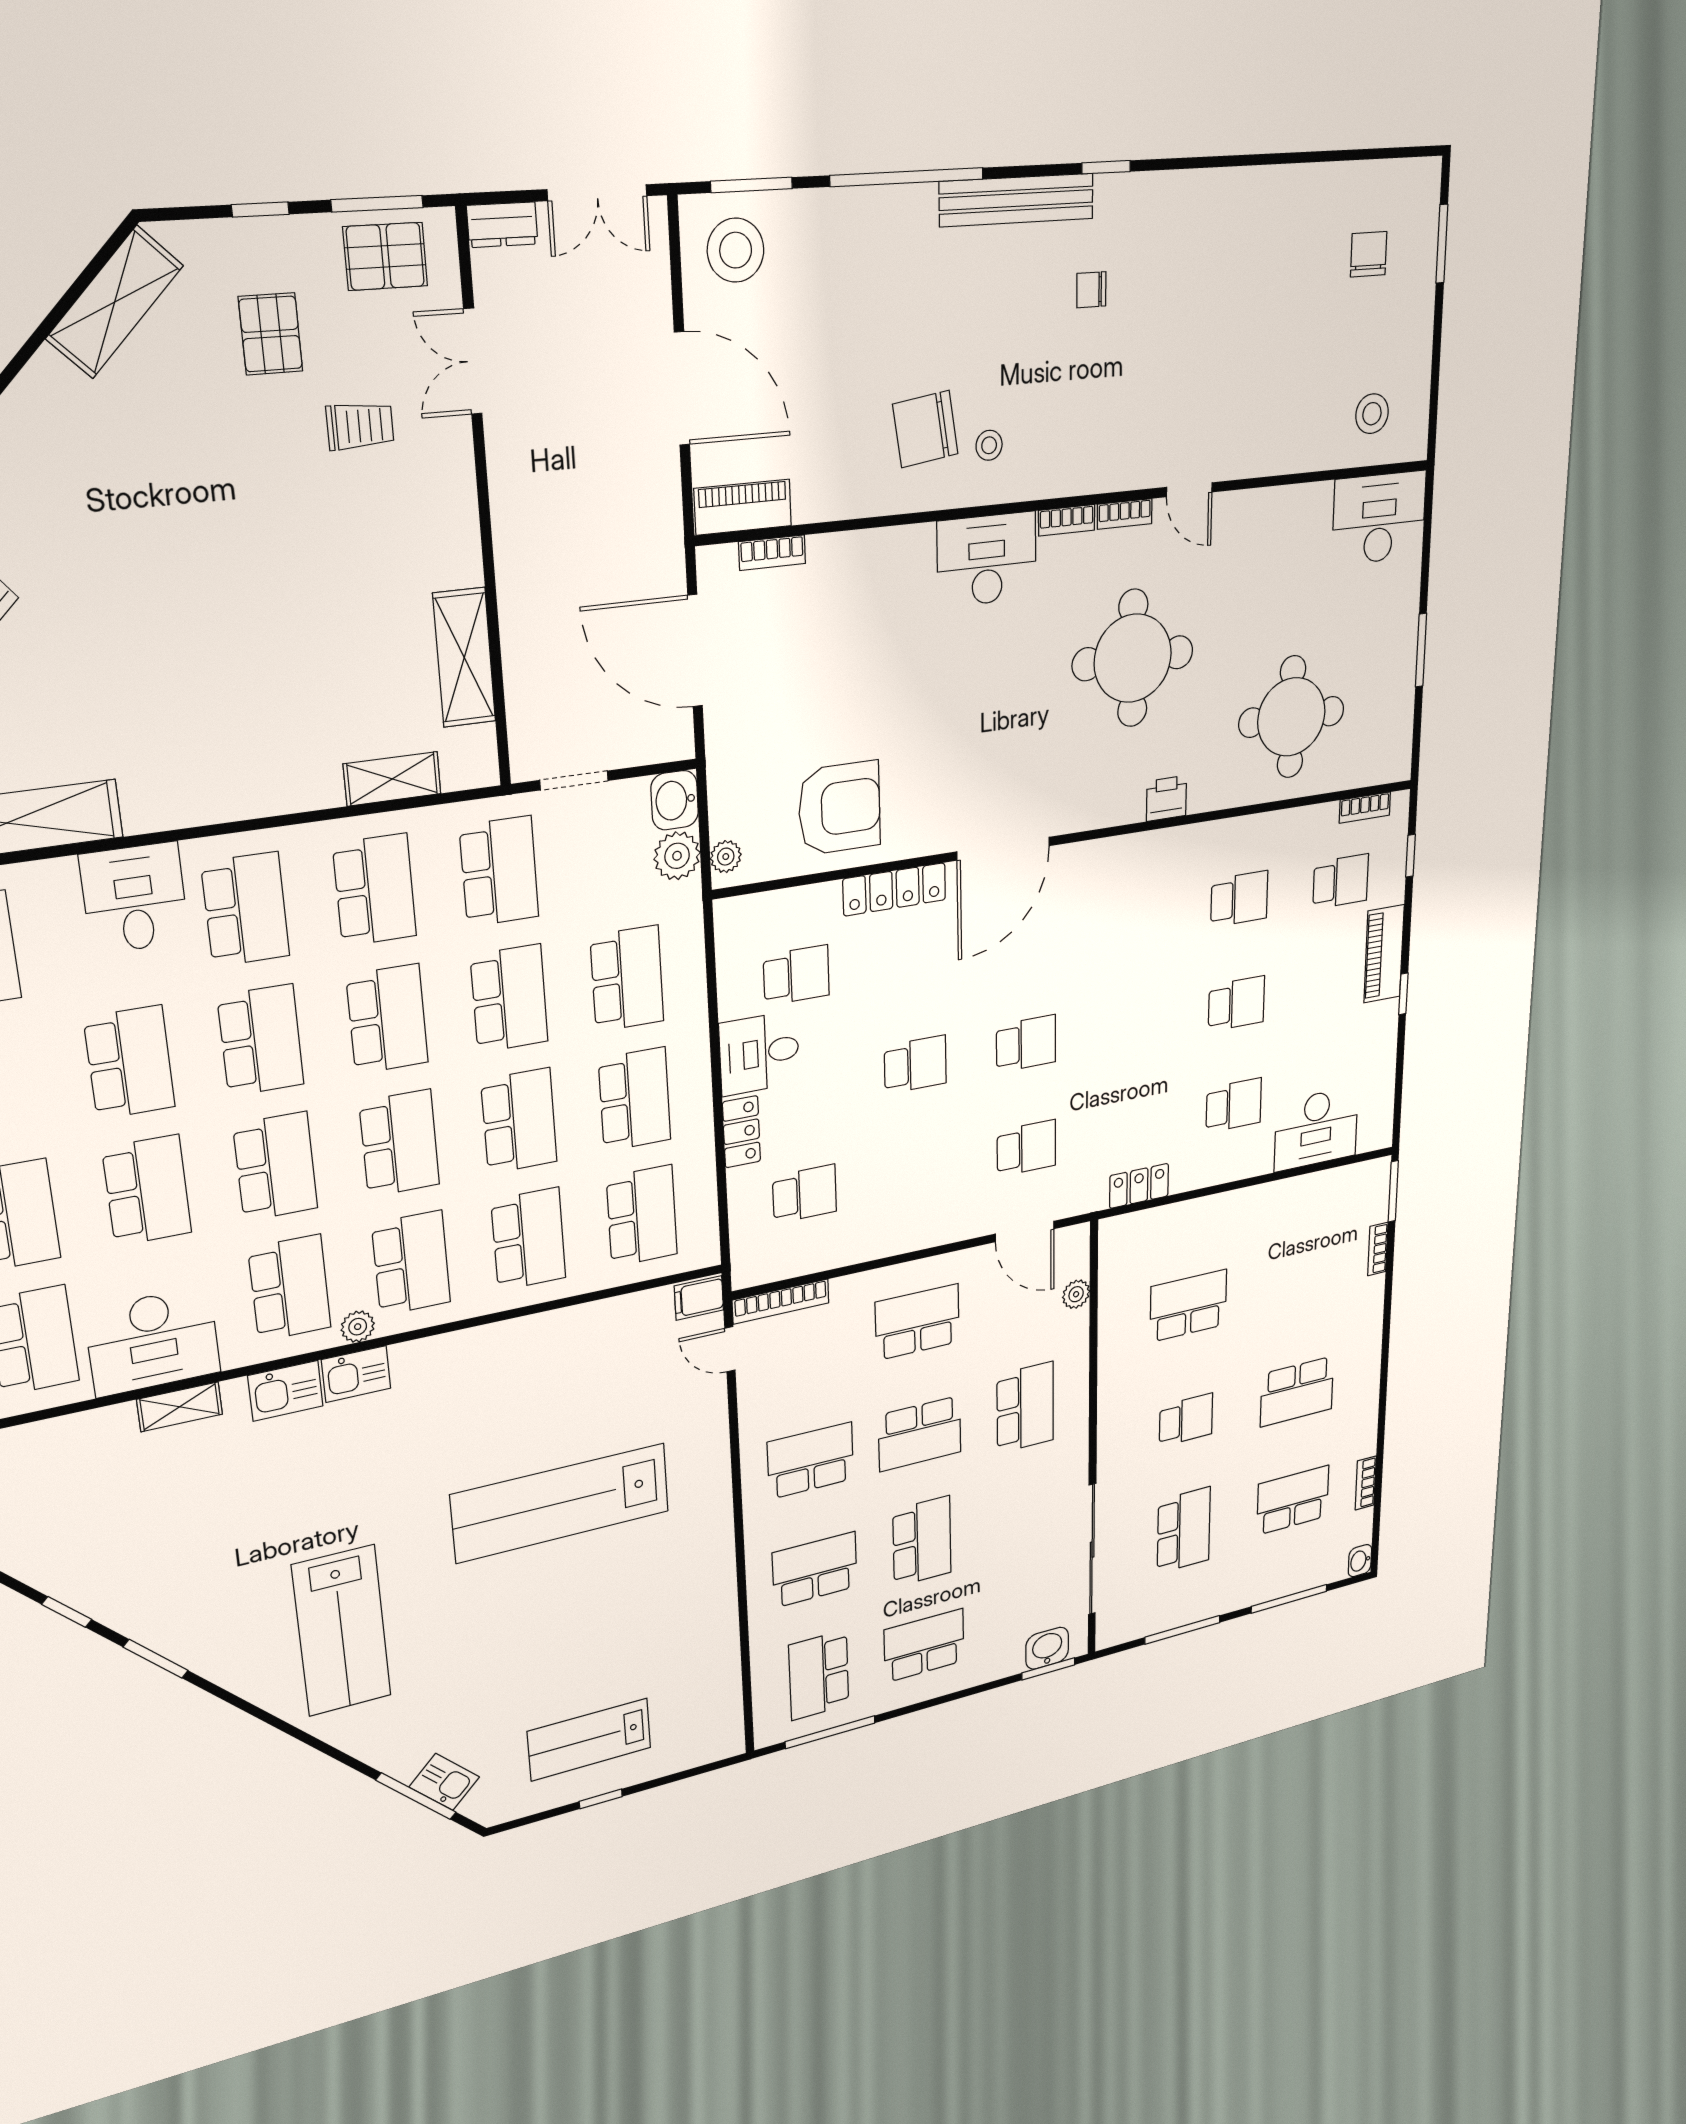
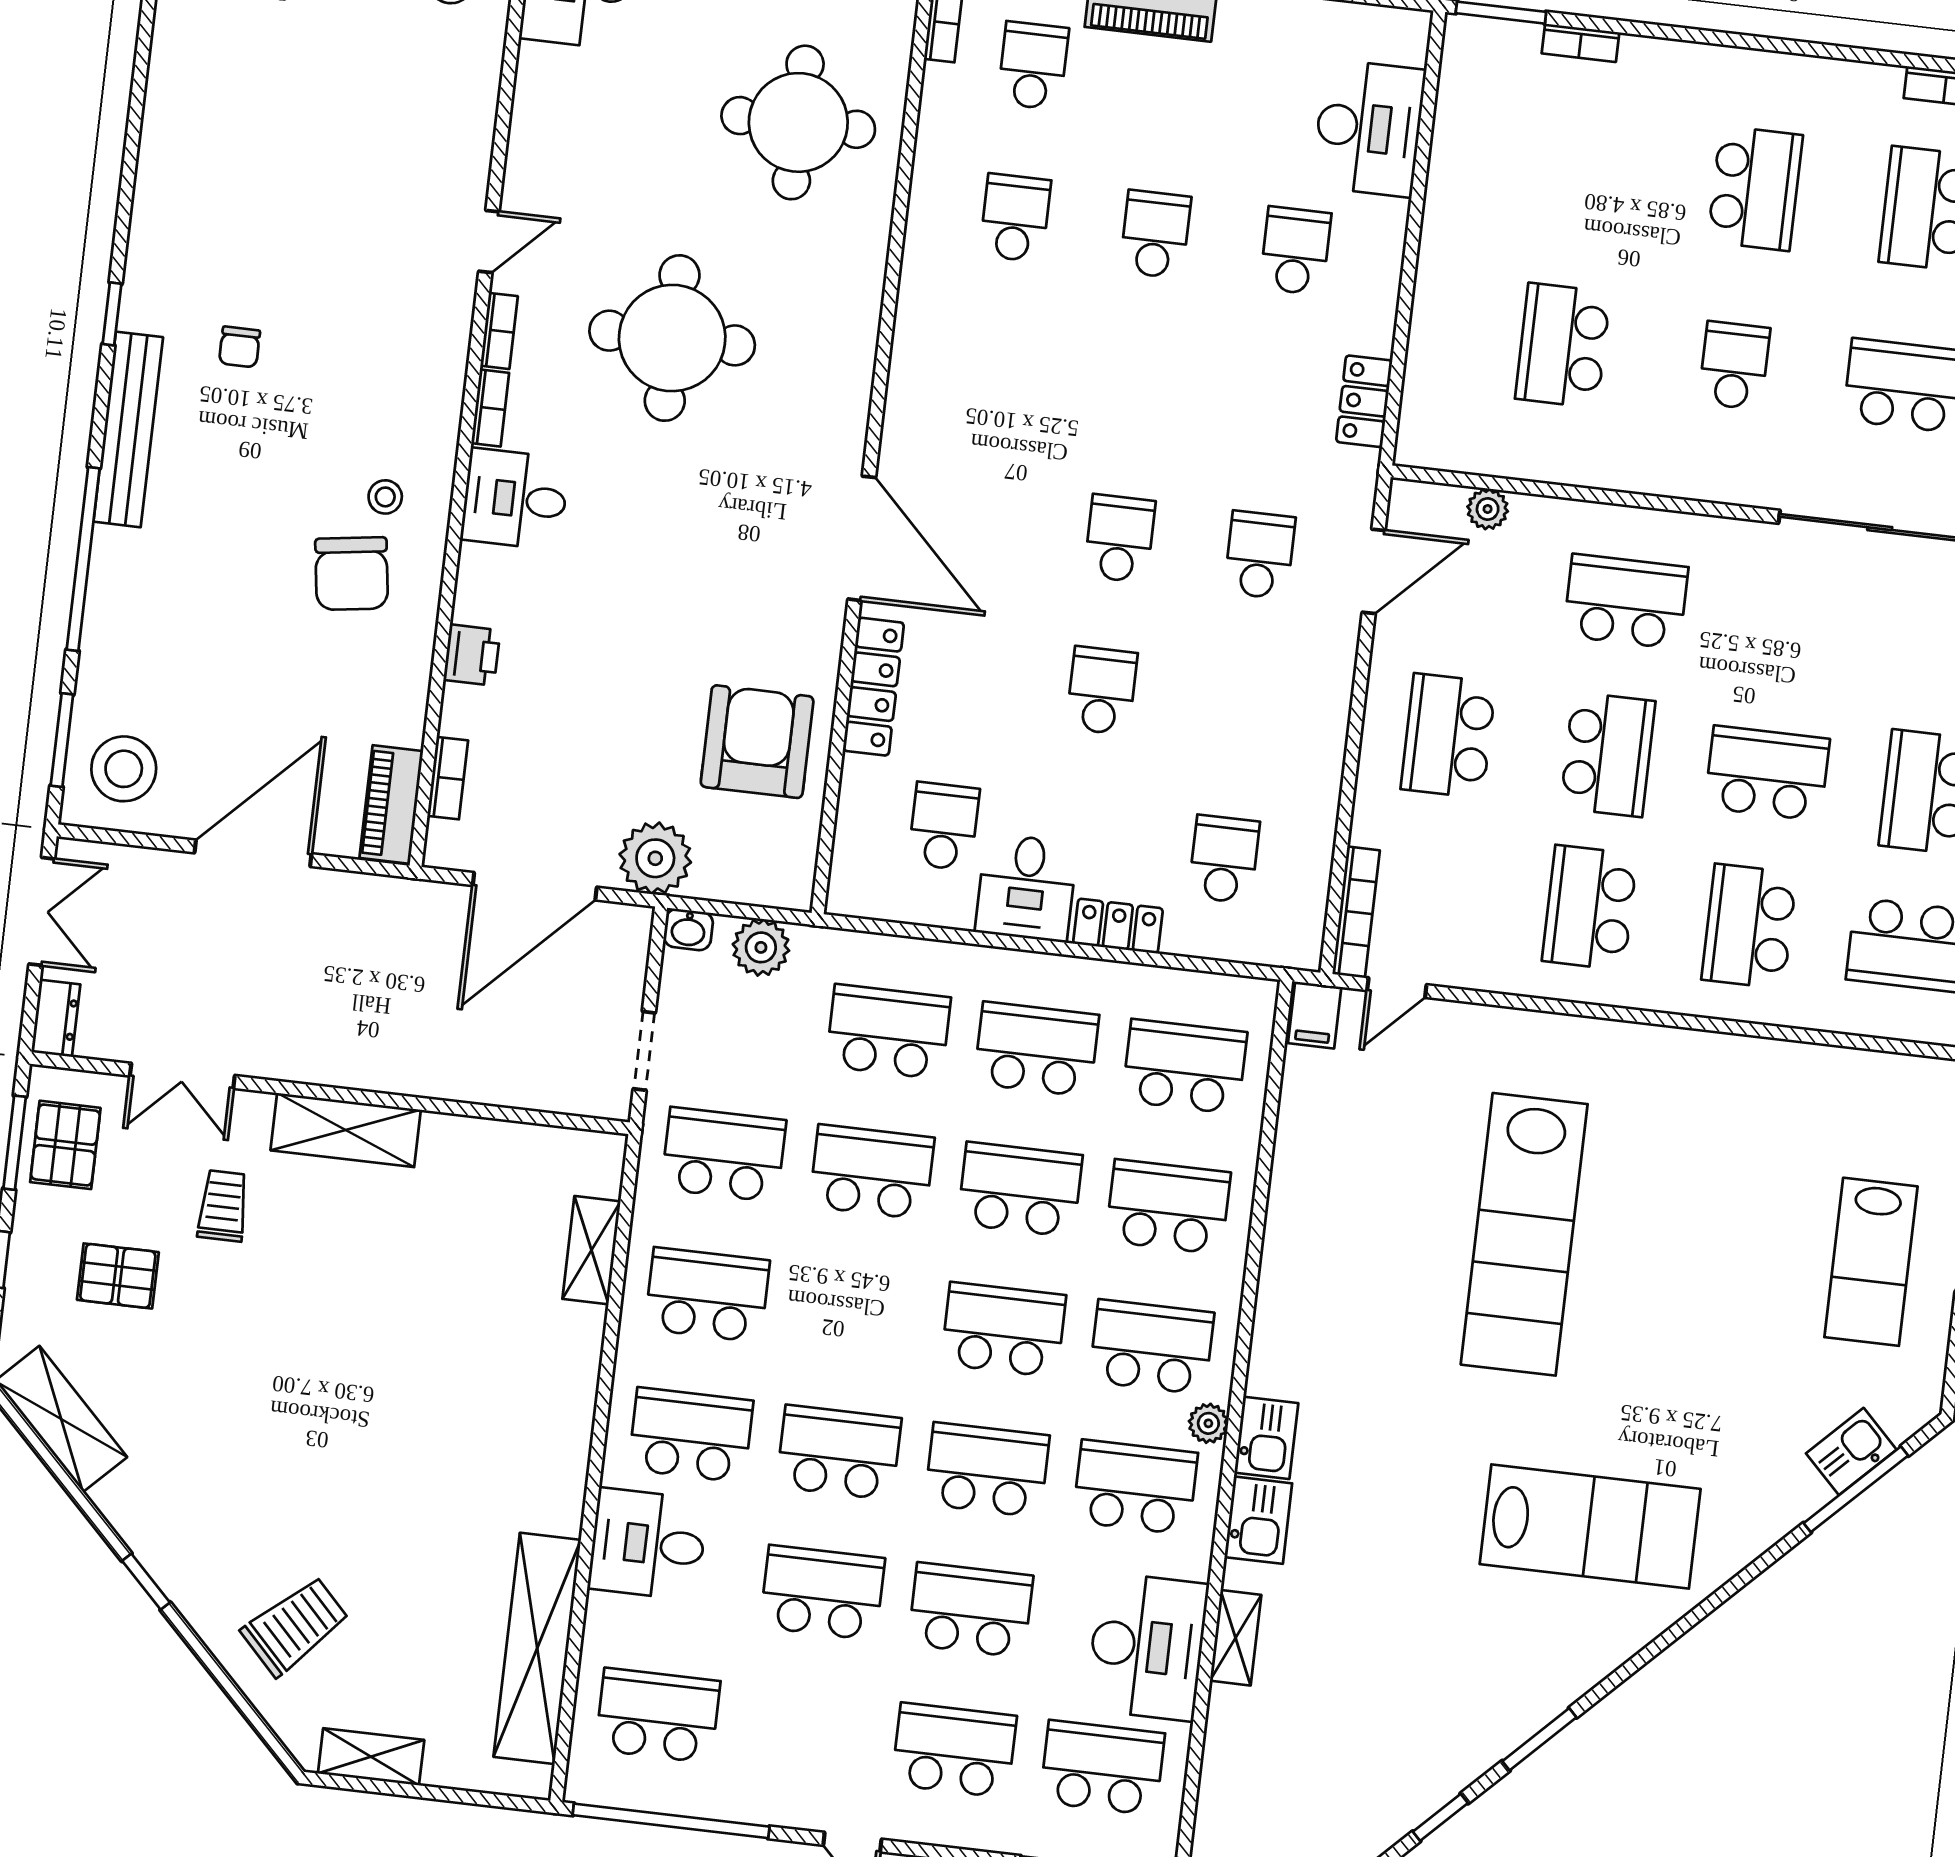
desk: (987, 560) -> (515, 499), width x0.73
shelving: (464, 658) -> (346, 1130), moved
printer: (1166, 798) -> (472, 655), moved, turned 180
washbasin: (675, 800) -> (688, 930), width x0.72, depth x0.69
plant: (726, 857) -> (655, 858), moved, width x1.87, depth x1.87
school desk: (387, 1019) -> (855, 1312), removed

